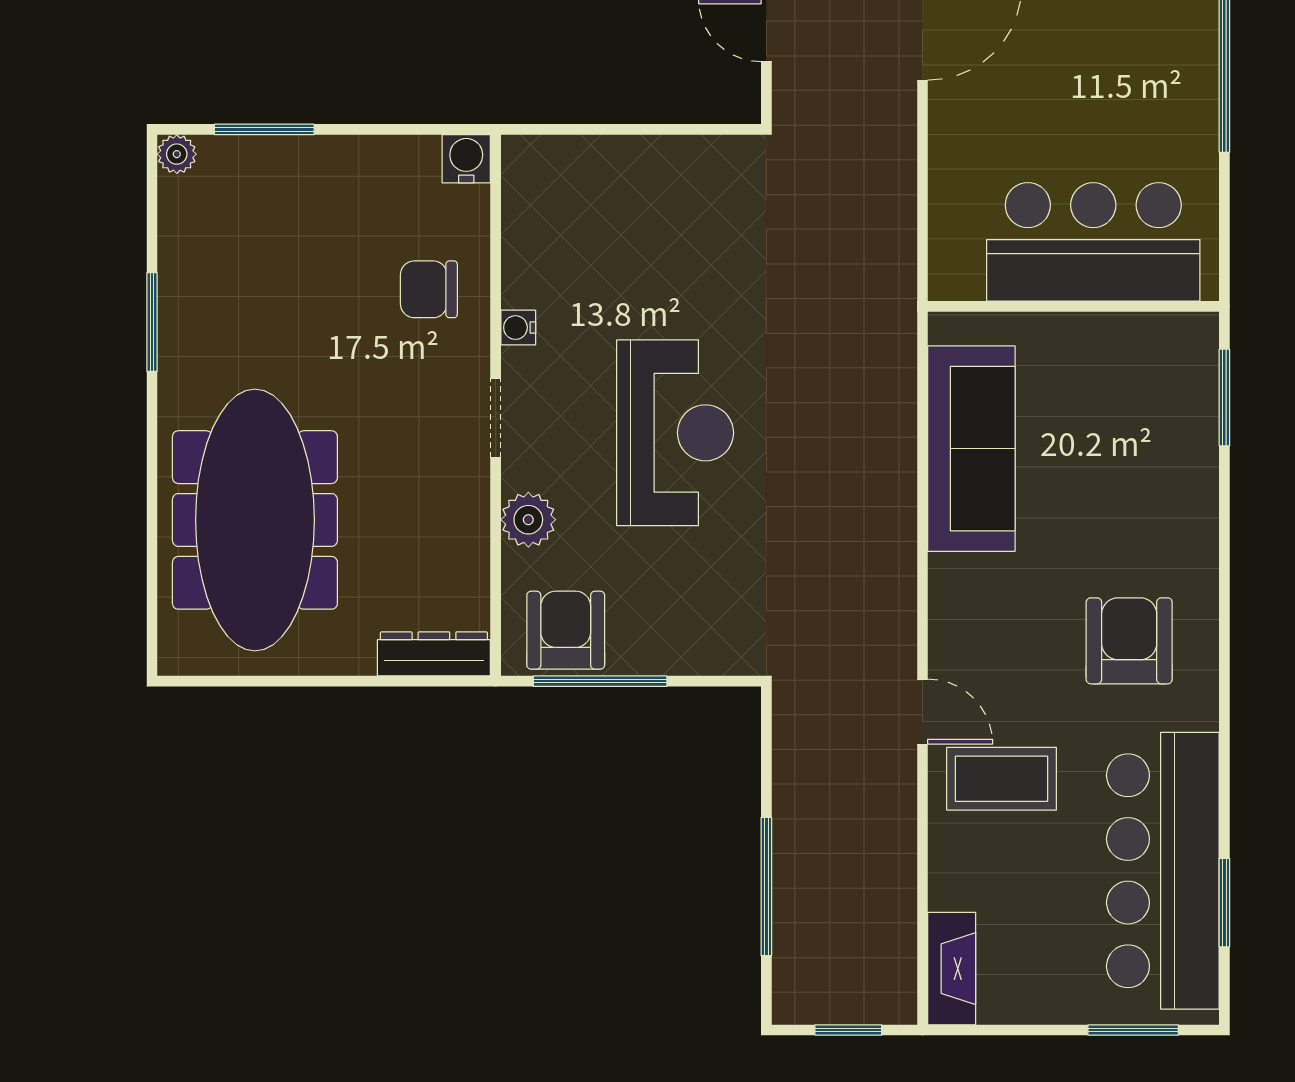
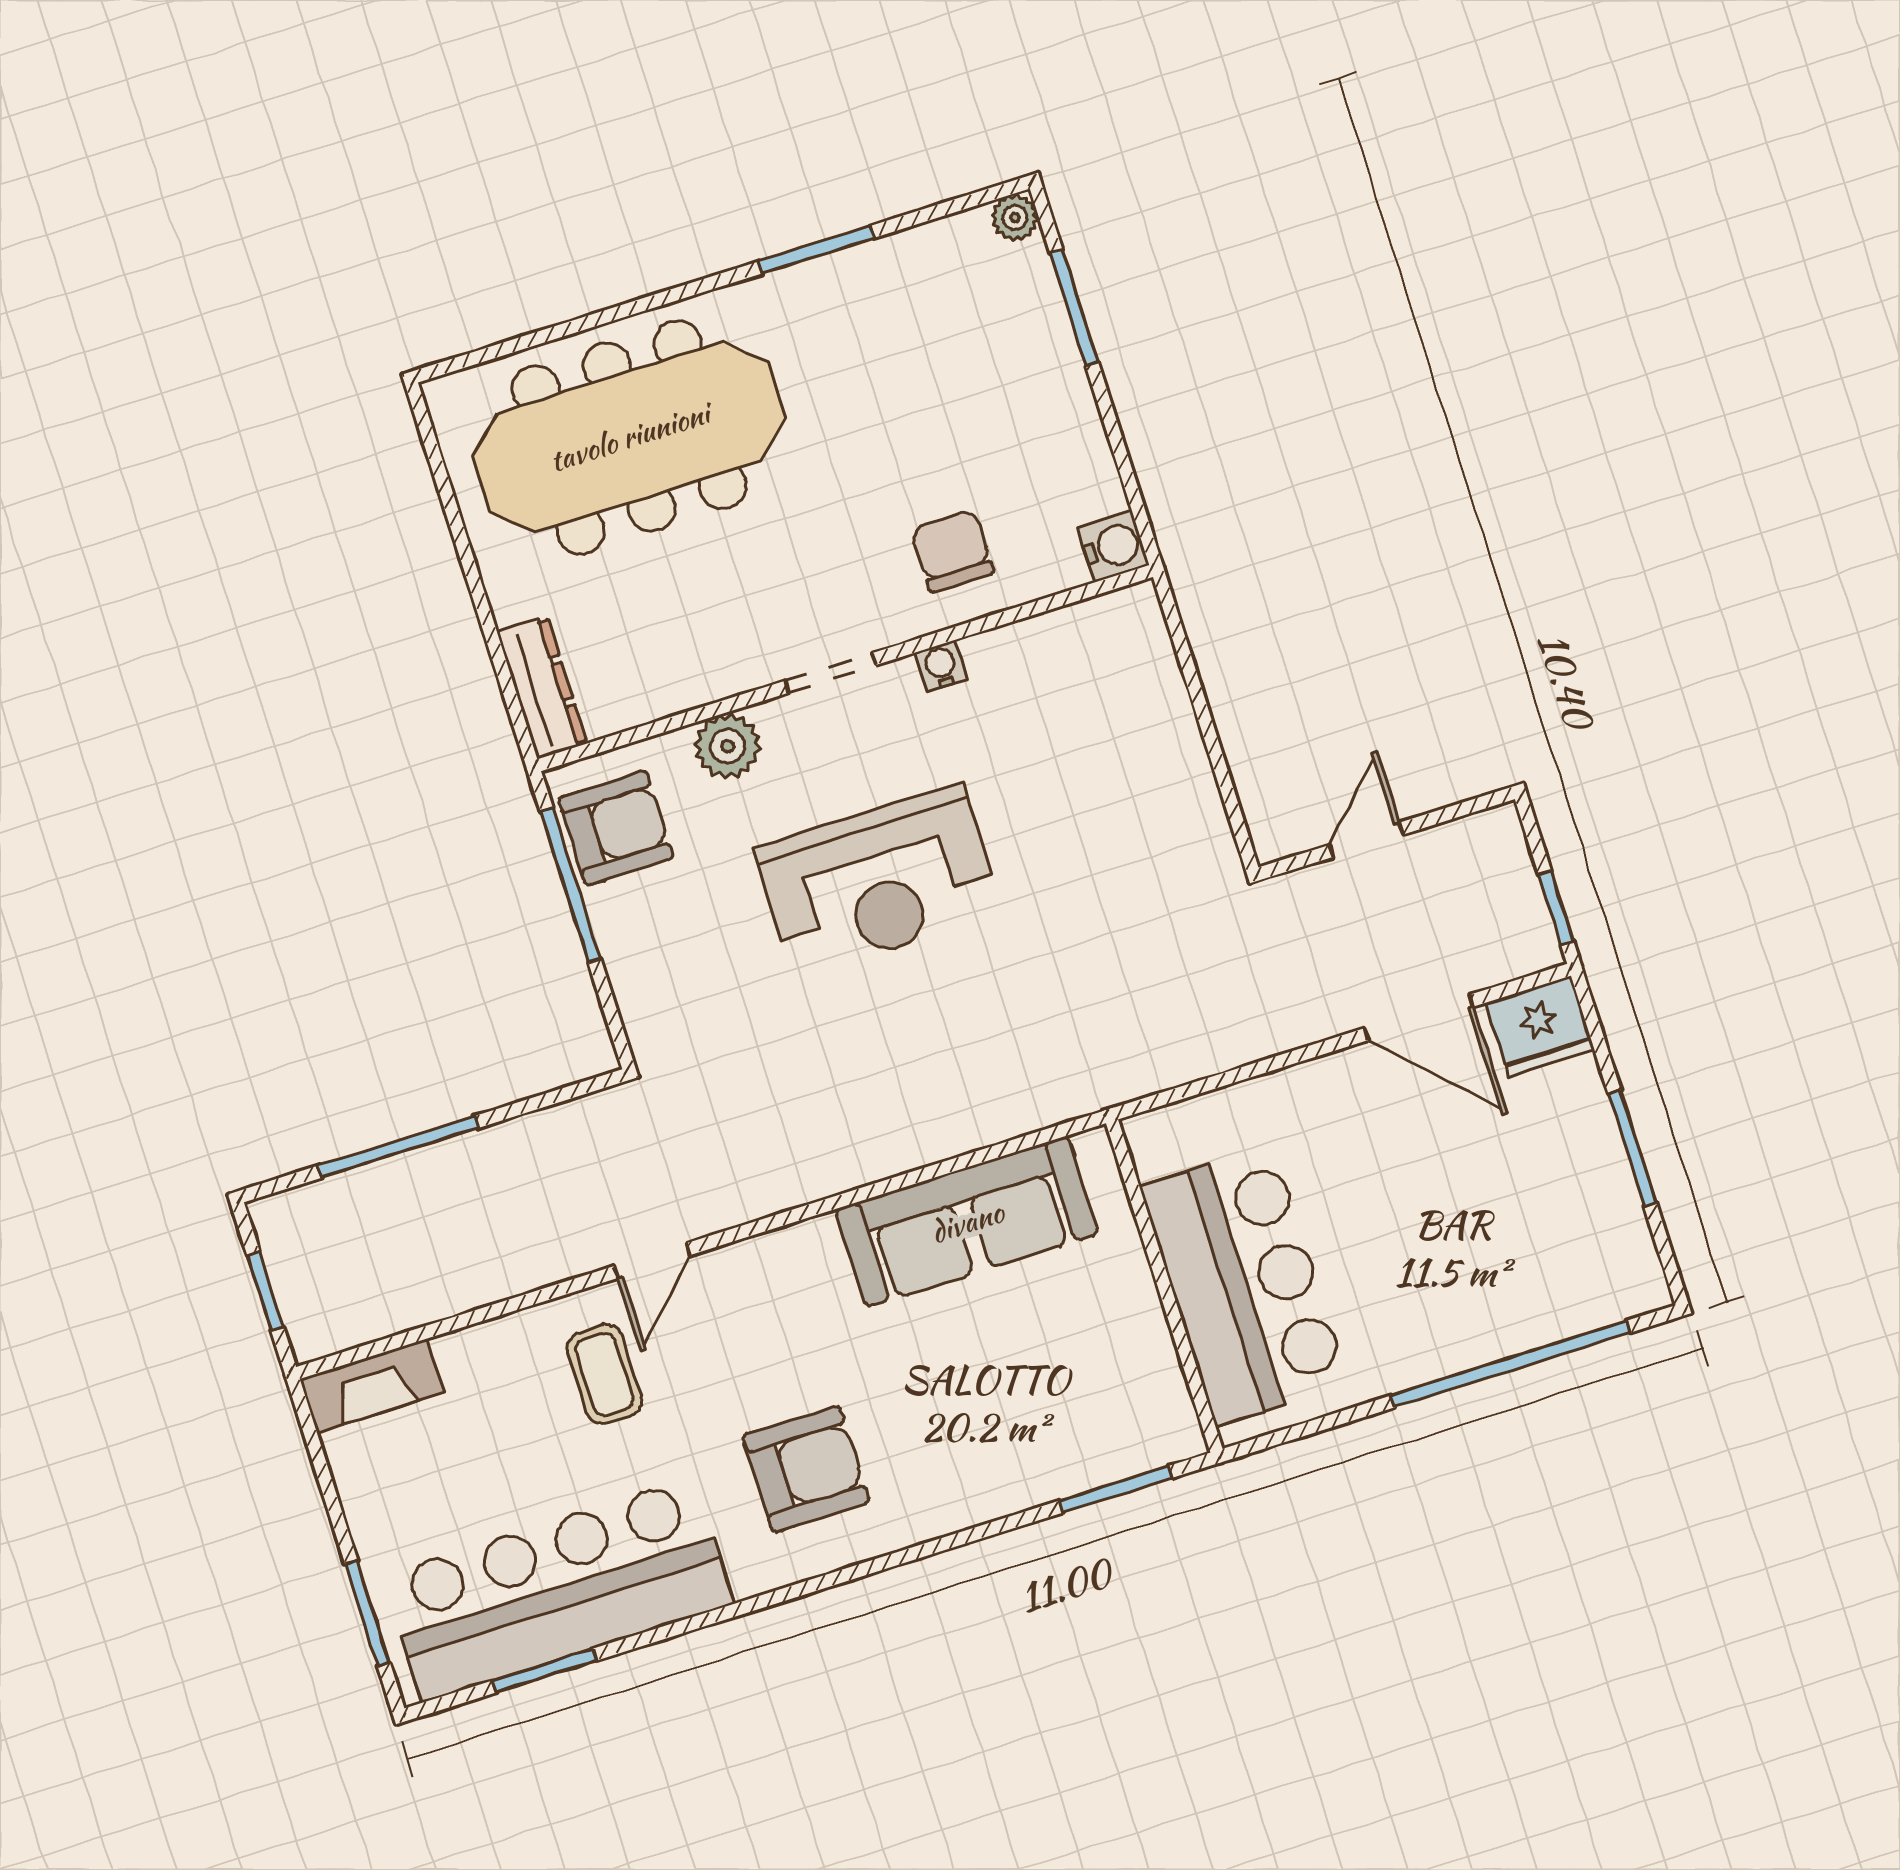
coffee table: (1002, 779) -> (604, 1374), width x0.73, depth x0.77

